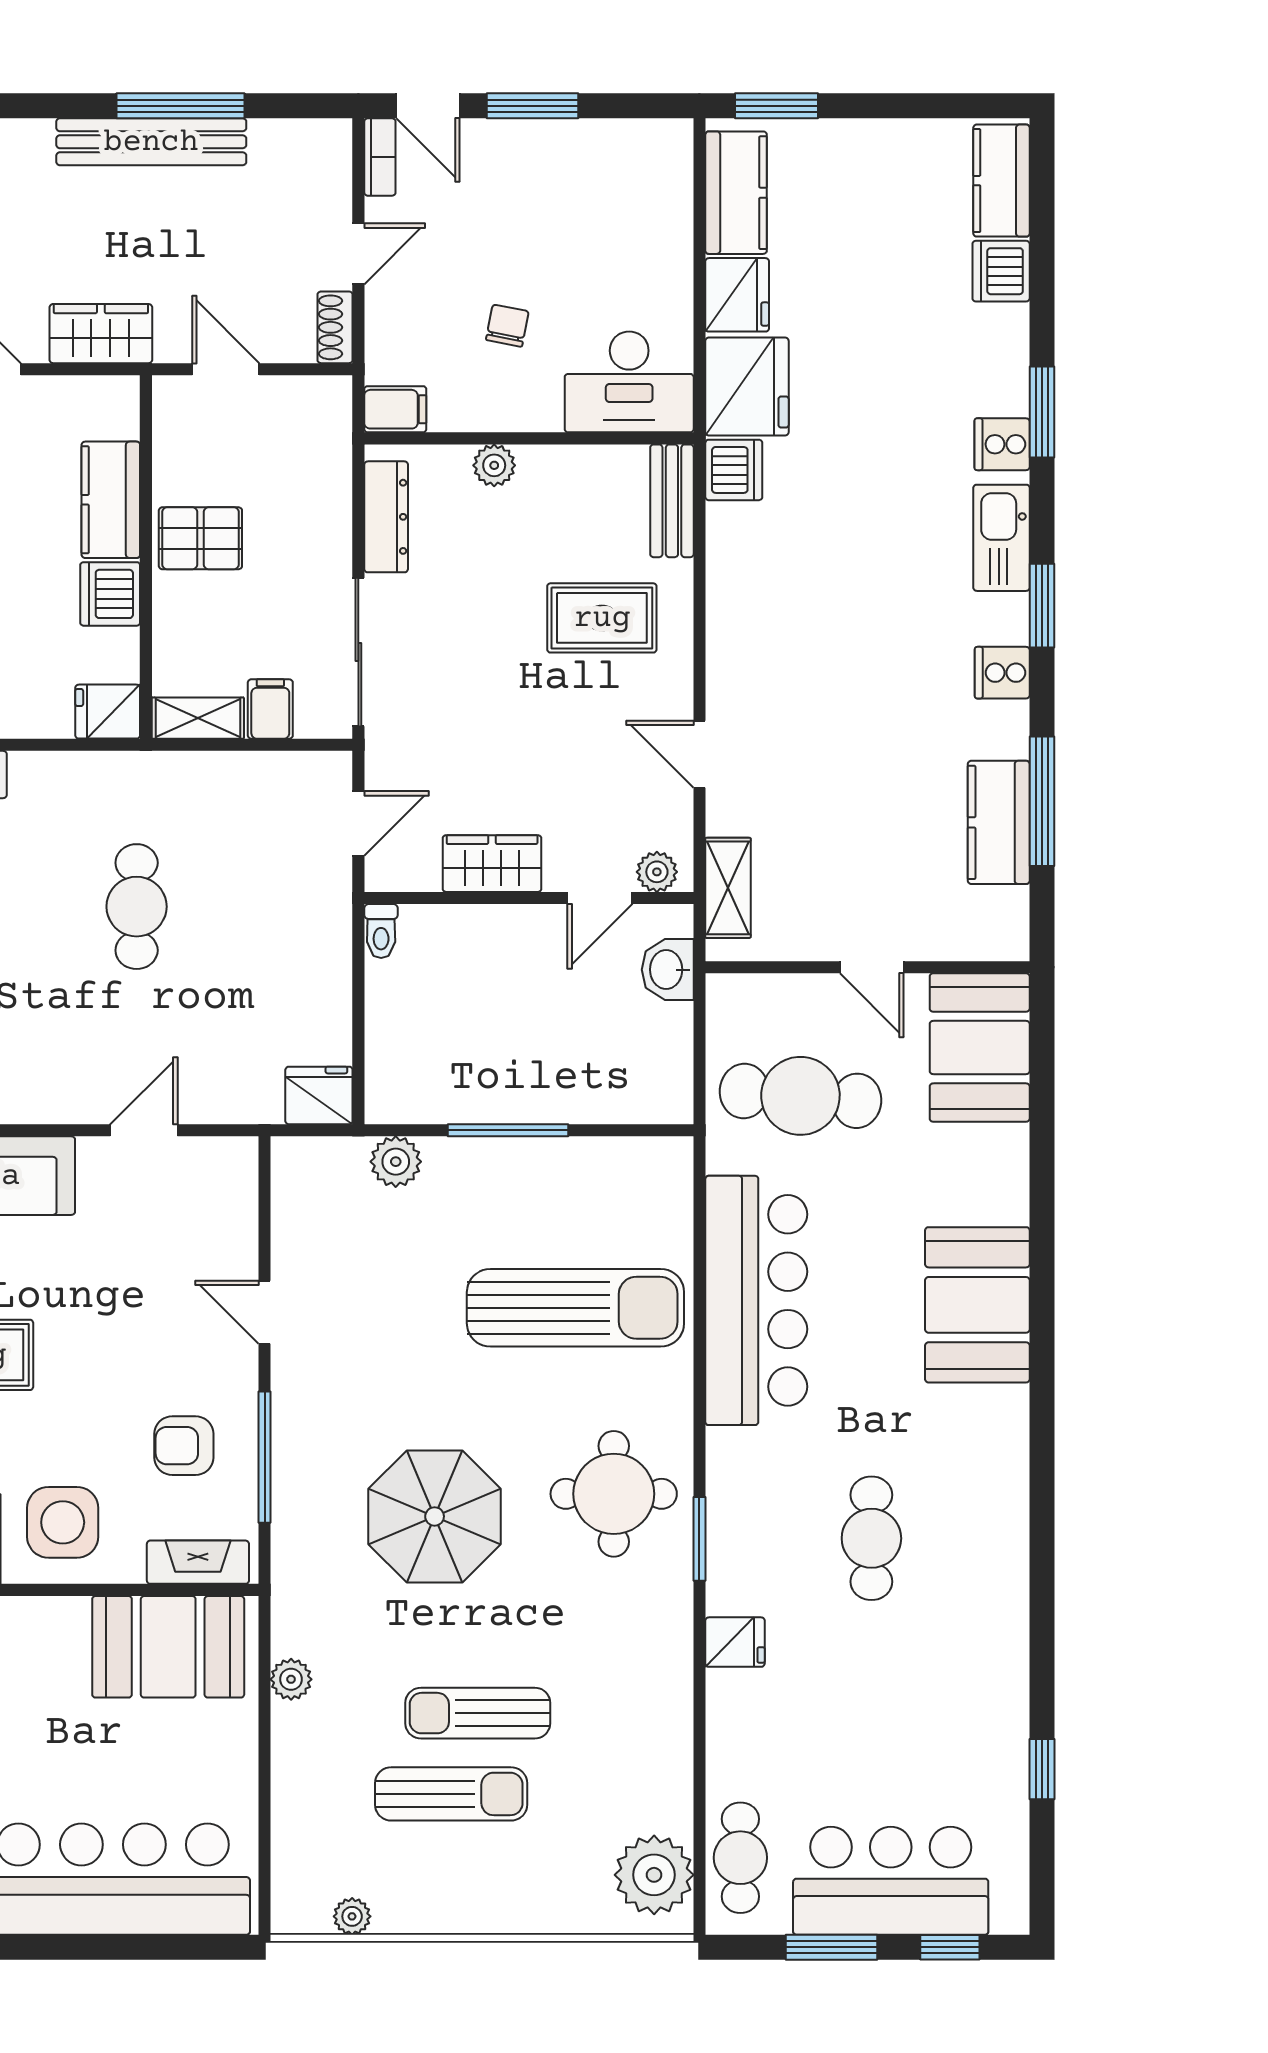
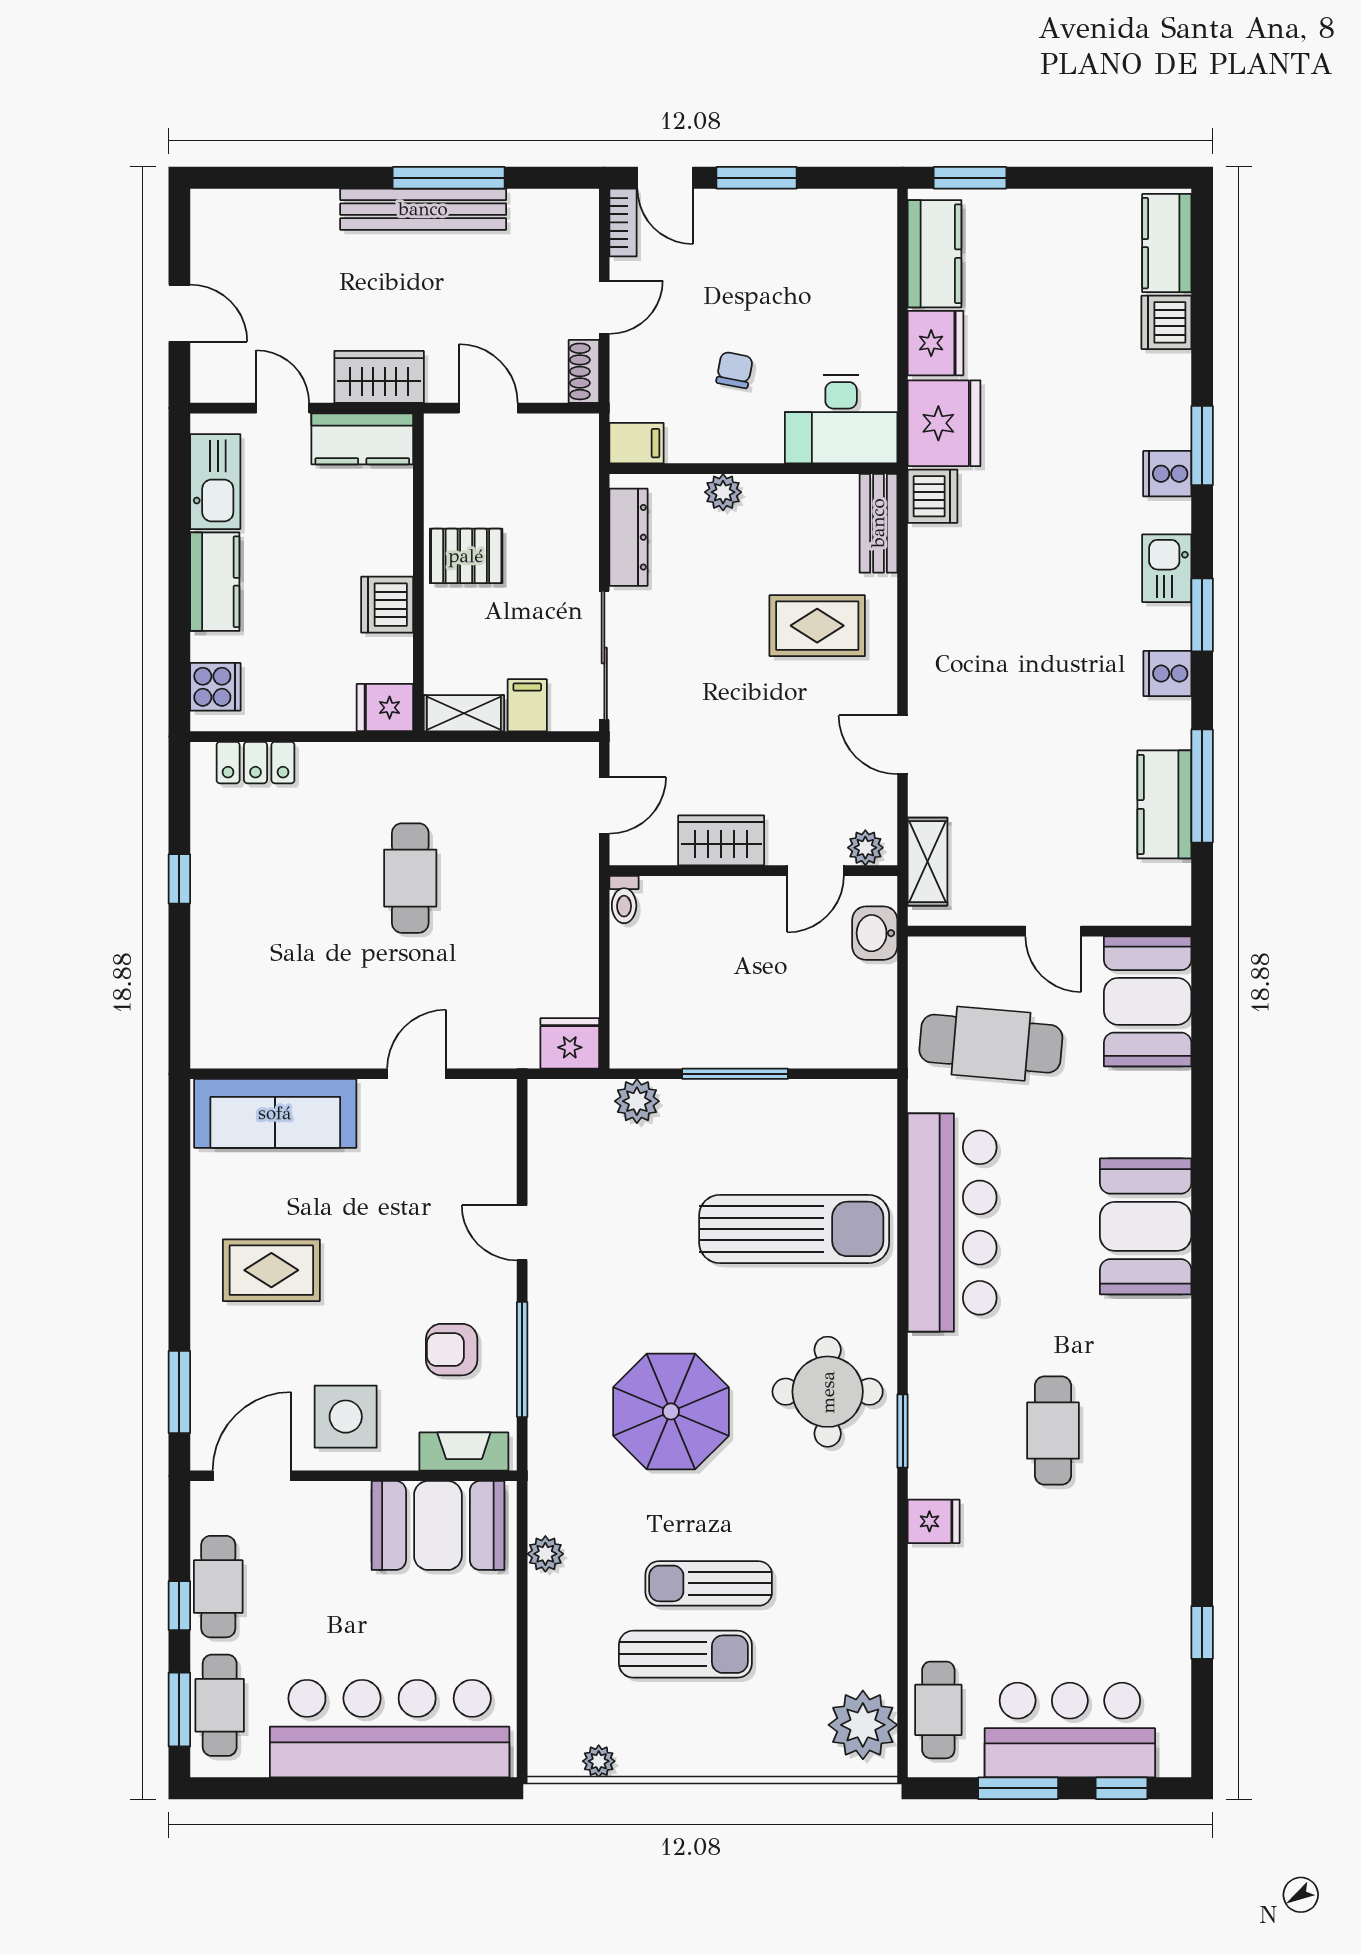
kitchen counter: (111, 500) -> (362, 439), moved, turned -90
kitchen sink: (1001, 538) -> (1167, 568), width x0.73

